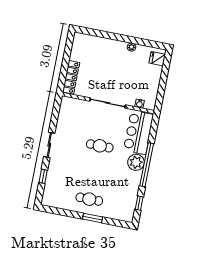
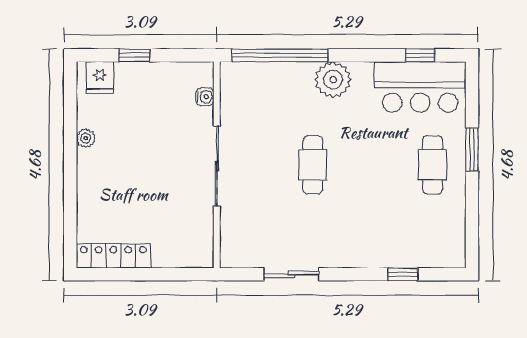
window: (164, 76) -> (134, 55), added
locker: (71, 77) -> (113, 256), moved
bar counter: (138, 132) -> (420, 87), moved
sliding door: (49, 145) -> (291, 274), moved
window: (147, 165) -> (280, 55), moved

